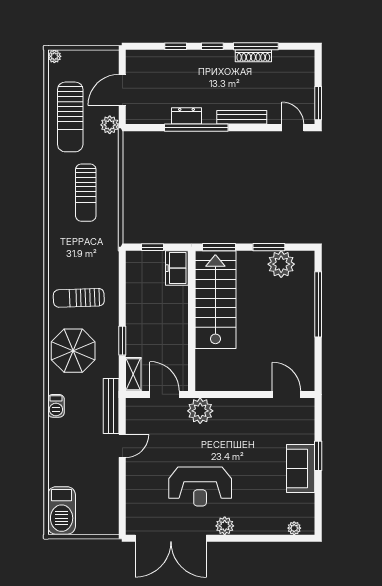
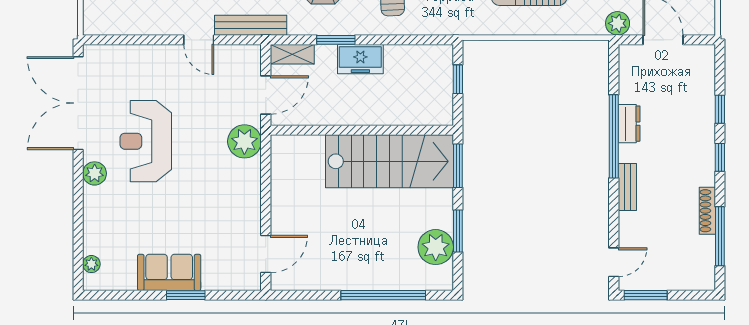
window: (256, 46) -> (720, 236), moved
bench: (242, 117) -> (627, 187), width x0.73
freezer: (177, 268) -> (360, 59), moved, turned 180

